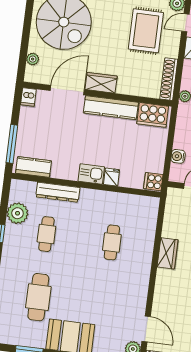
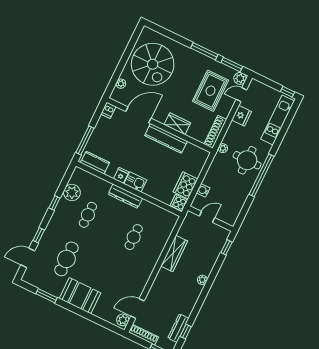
wardrobe: (101, 83) -> (177, 124), moved
cooker: (153, 115) -> (186, 185), moved, turned 90
fridge: (112, 177) -> (121, 175), moved
dresser: (58, 192) -> (125, 196), moved
wardrobe: (168, 253) -> (174, 254), width x1.50
door: (146, 329) -> (137, 309), swing flipped

